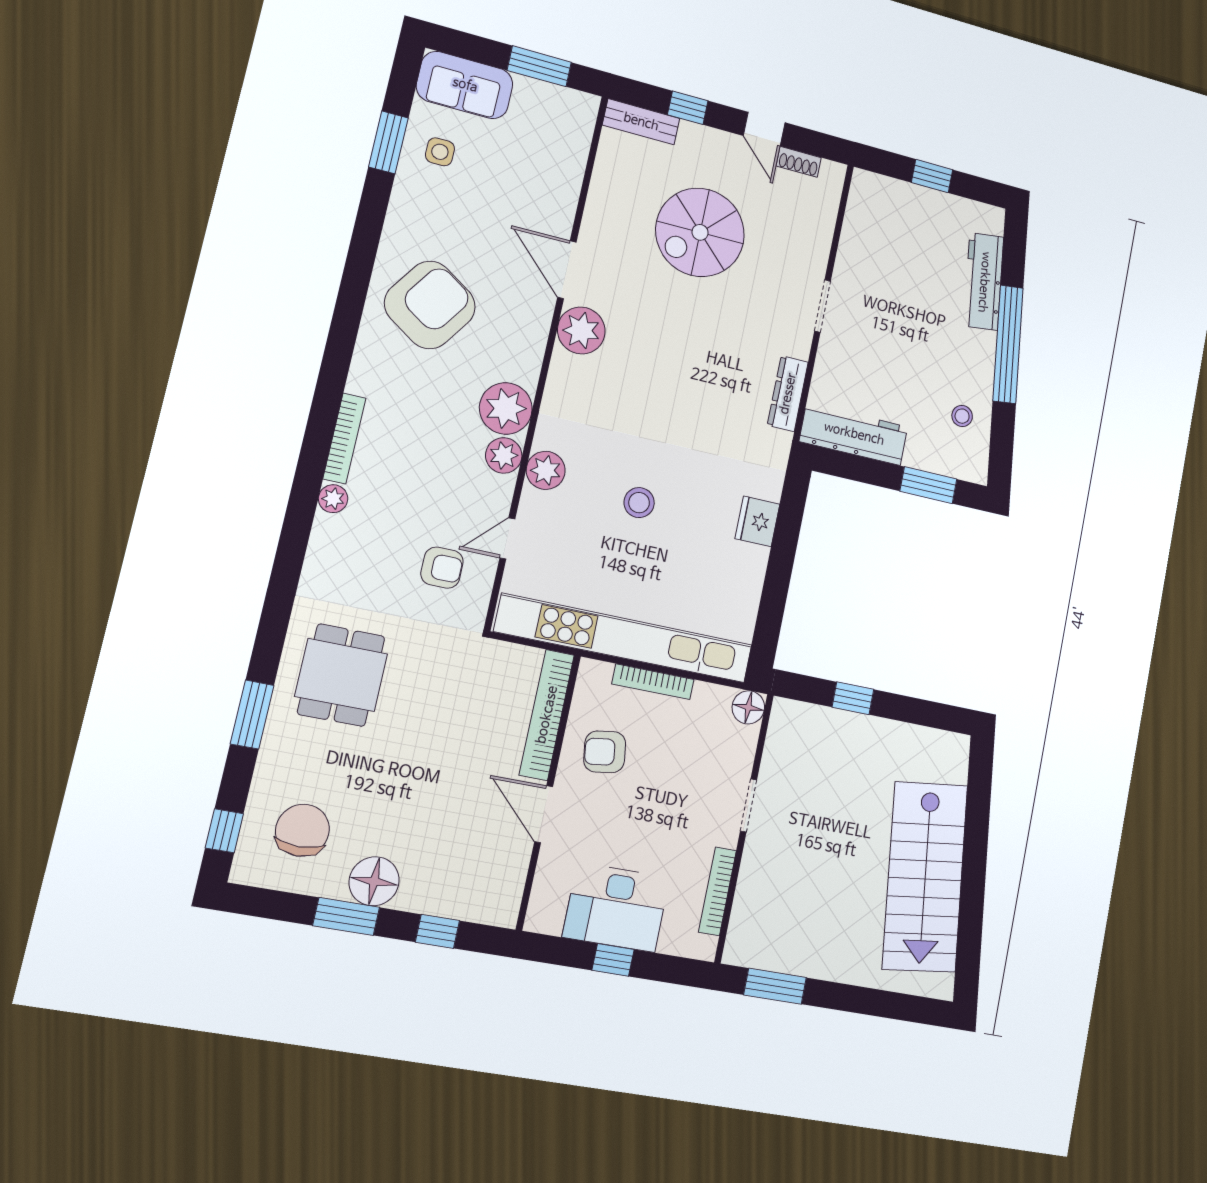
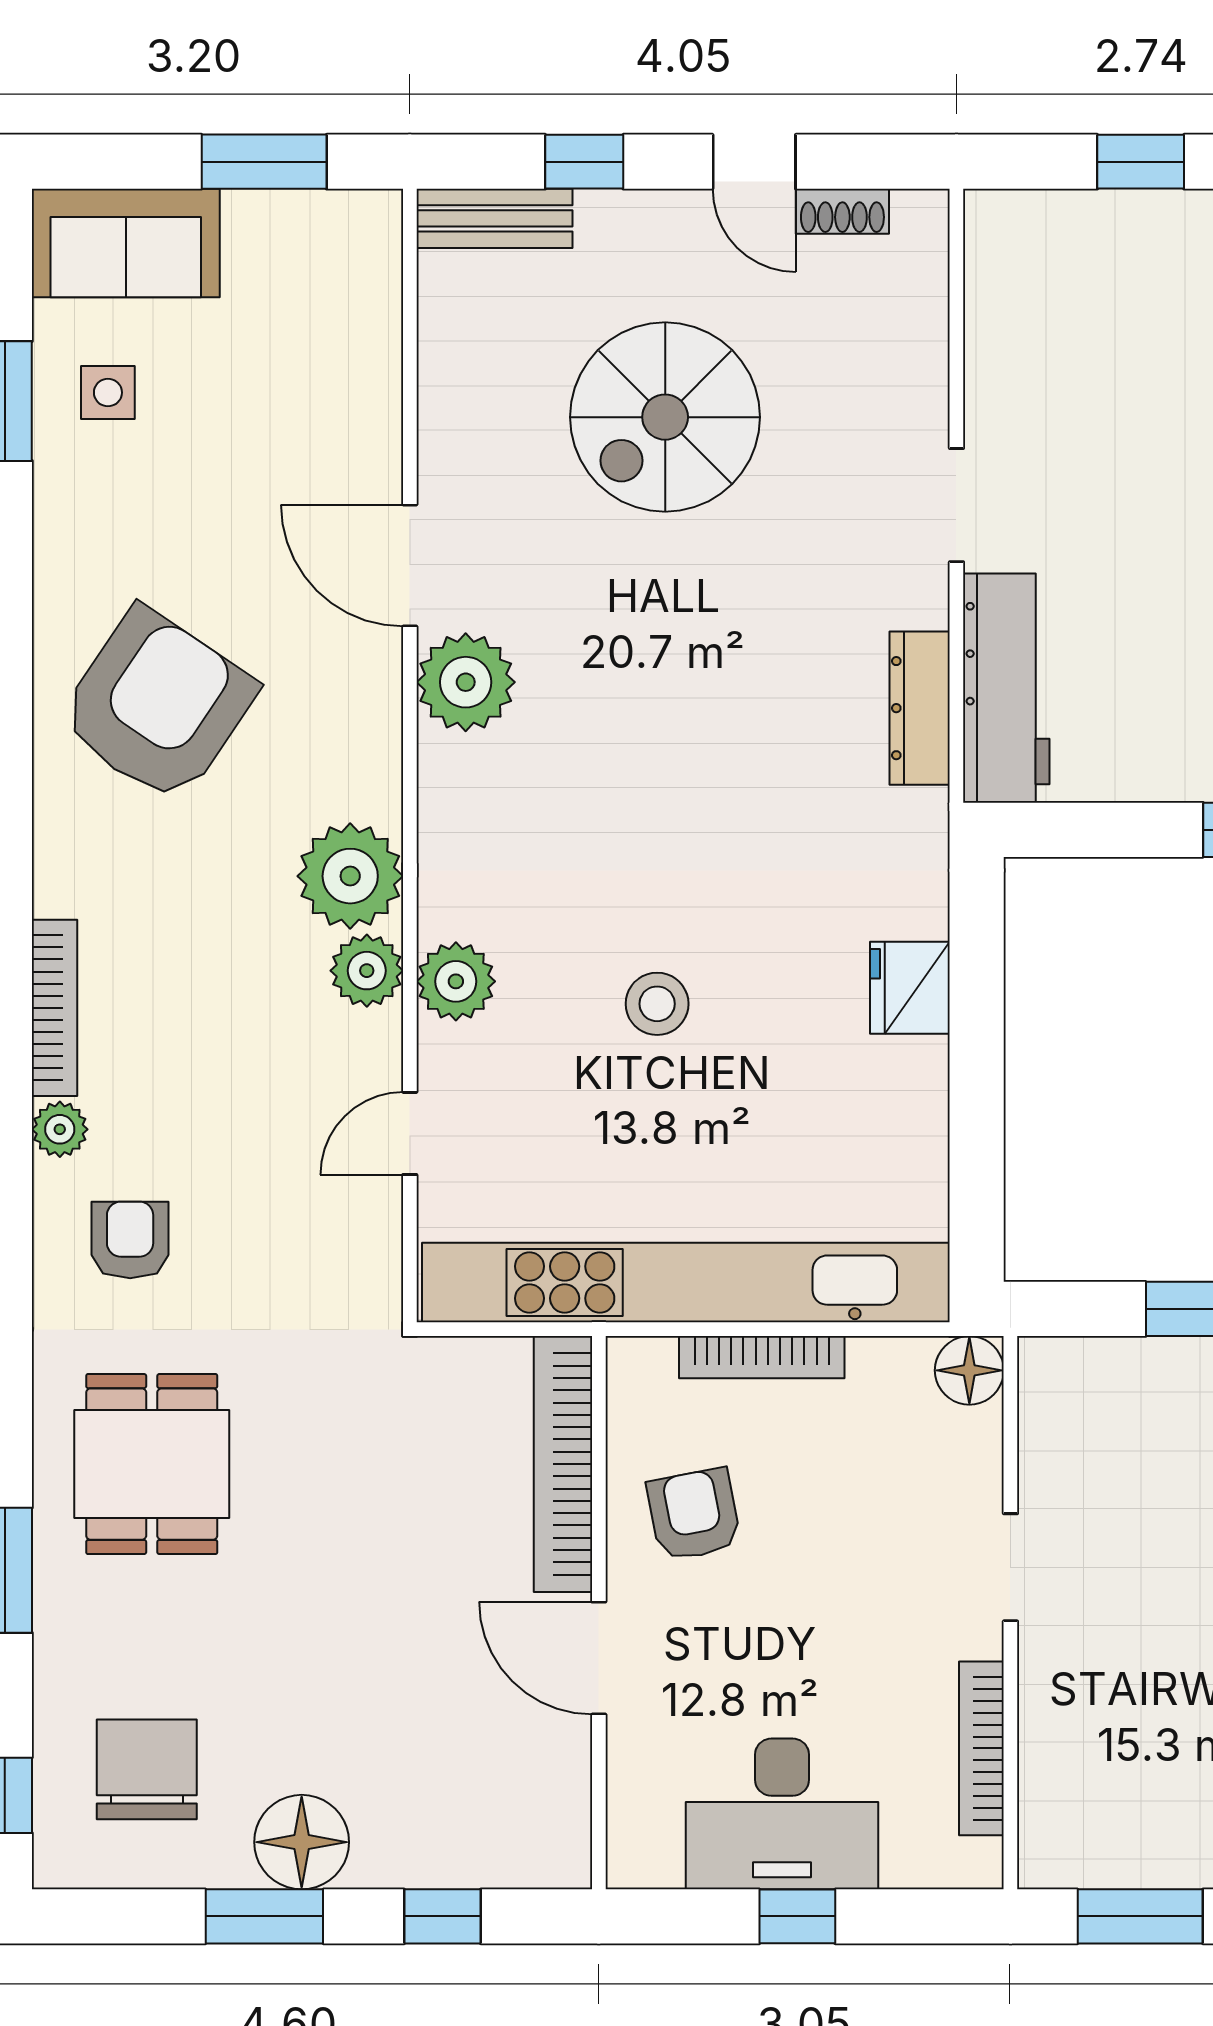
workbench: (854, 434) -> (1006, 688), moved, turned 90
armchair: (442, 568) -> (130, 1240), moved, turned -90
armchair: (605, 752) -> (694, 1515), turned 87

